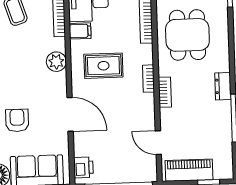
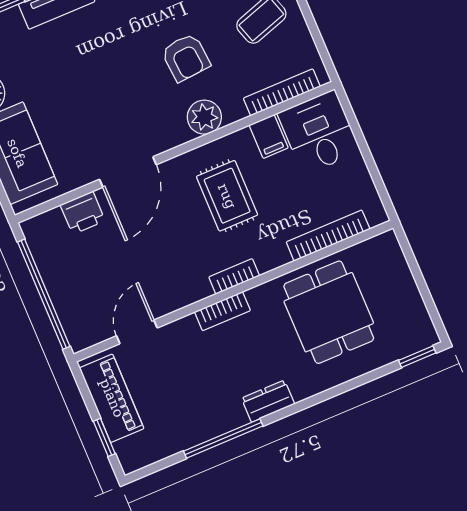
dining table: (187, 35) -> (329, 312), turned 90
armchair: (17, 120) -> (186, 58), moved, turned 85
printer: (83, 167) -> (83, 213), moved

